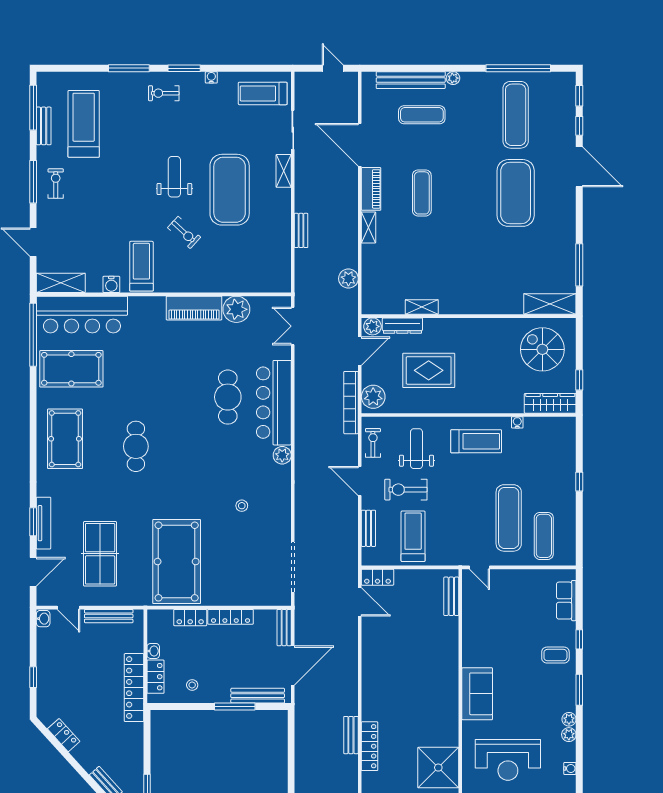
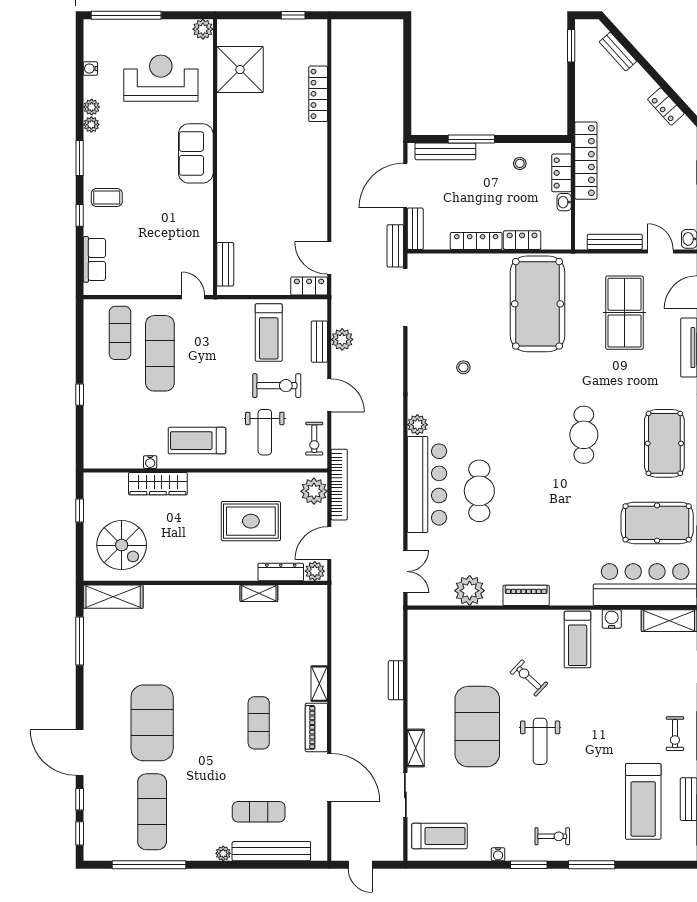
plant: (348, 279) -> (342, 339), moved
piano: (194, 308) -> (526, 595), width x0.73, depth x0.75
wardrobe: (550, 403) -> (158, 484), moved
bench: (351, 735) -> (395, 246), moved

